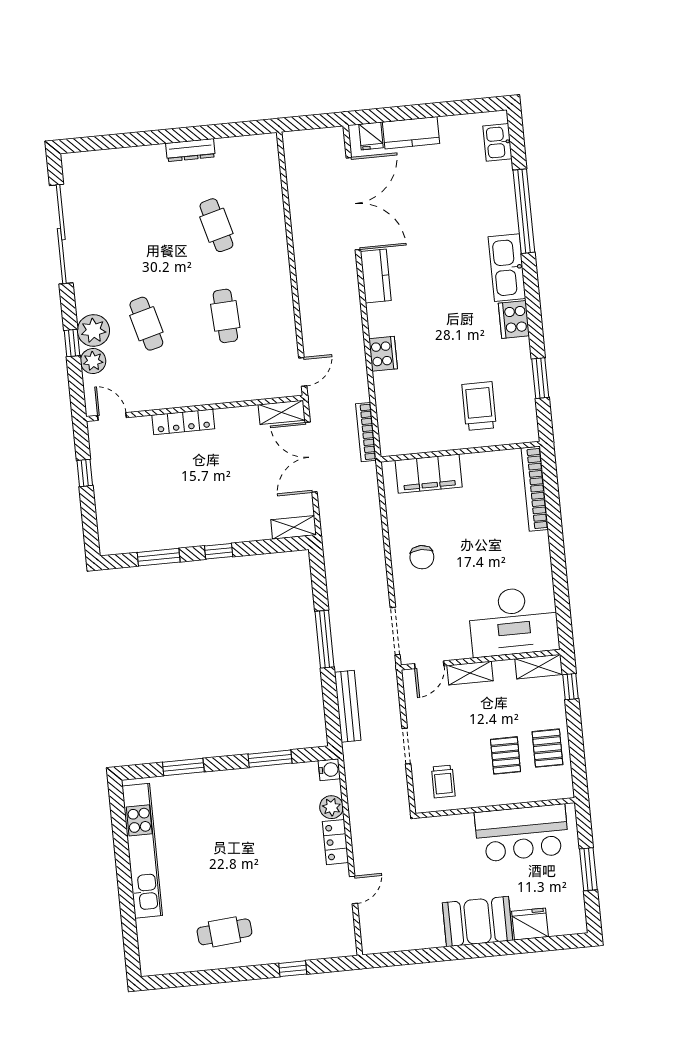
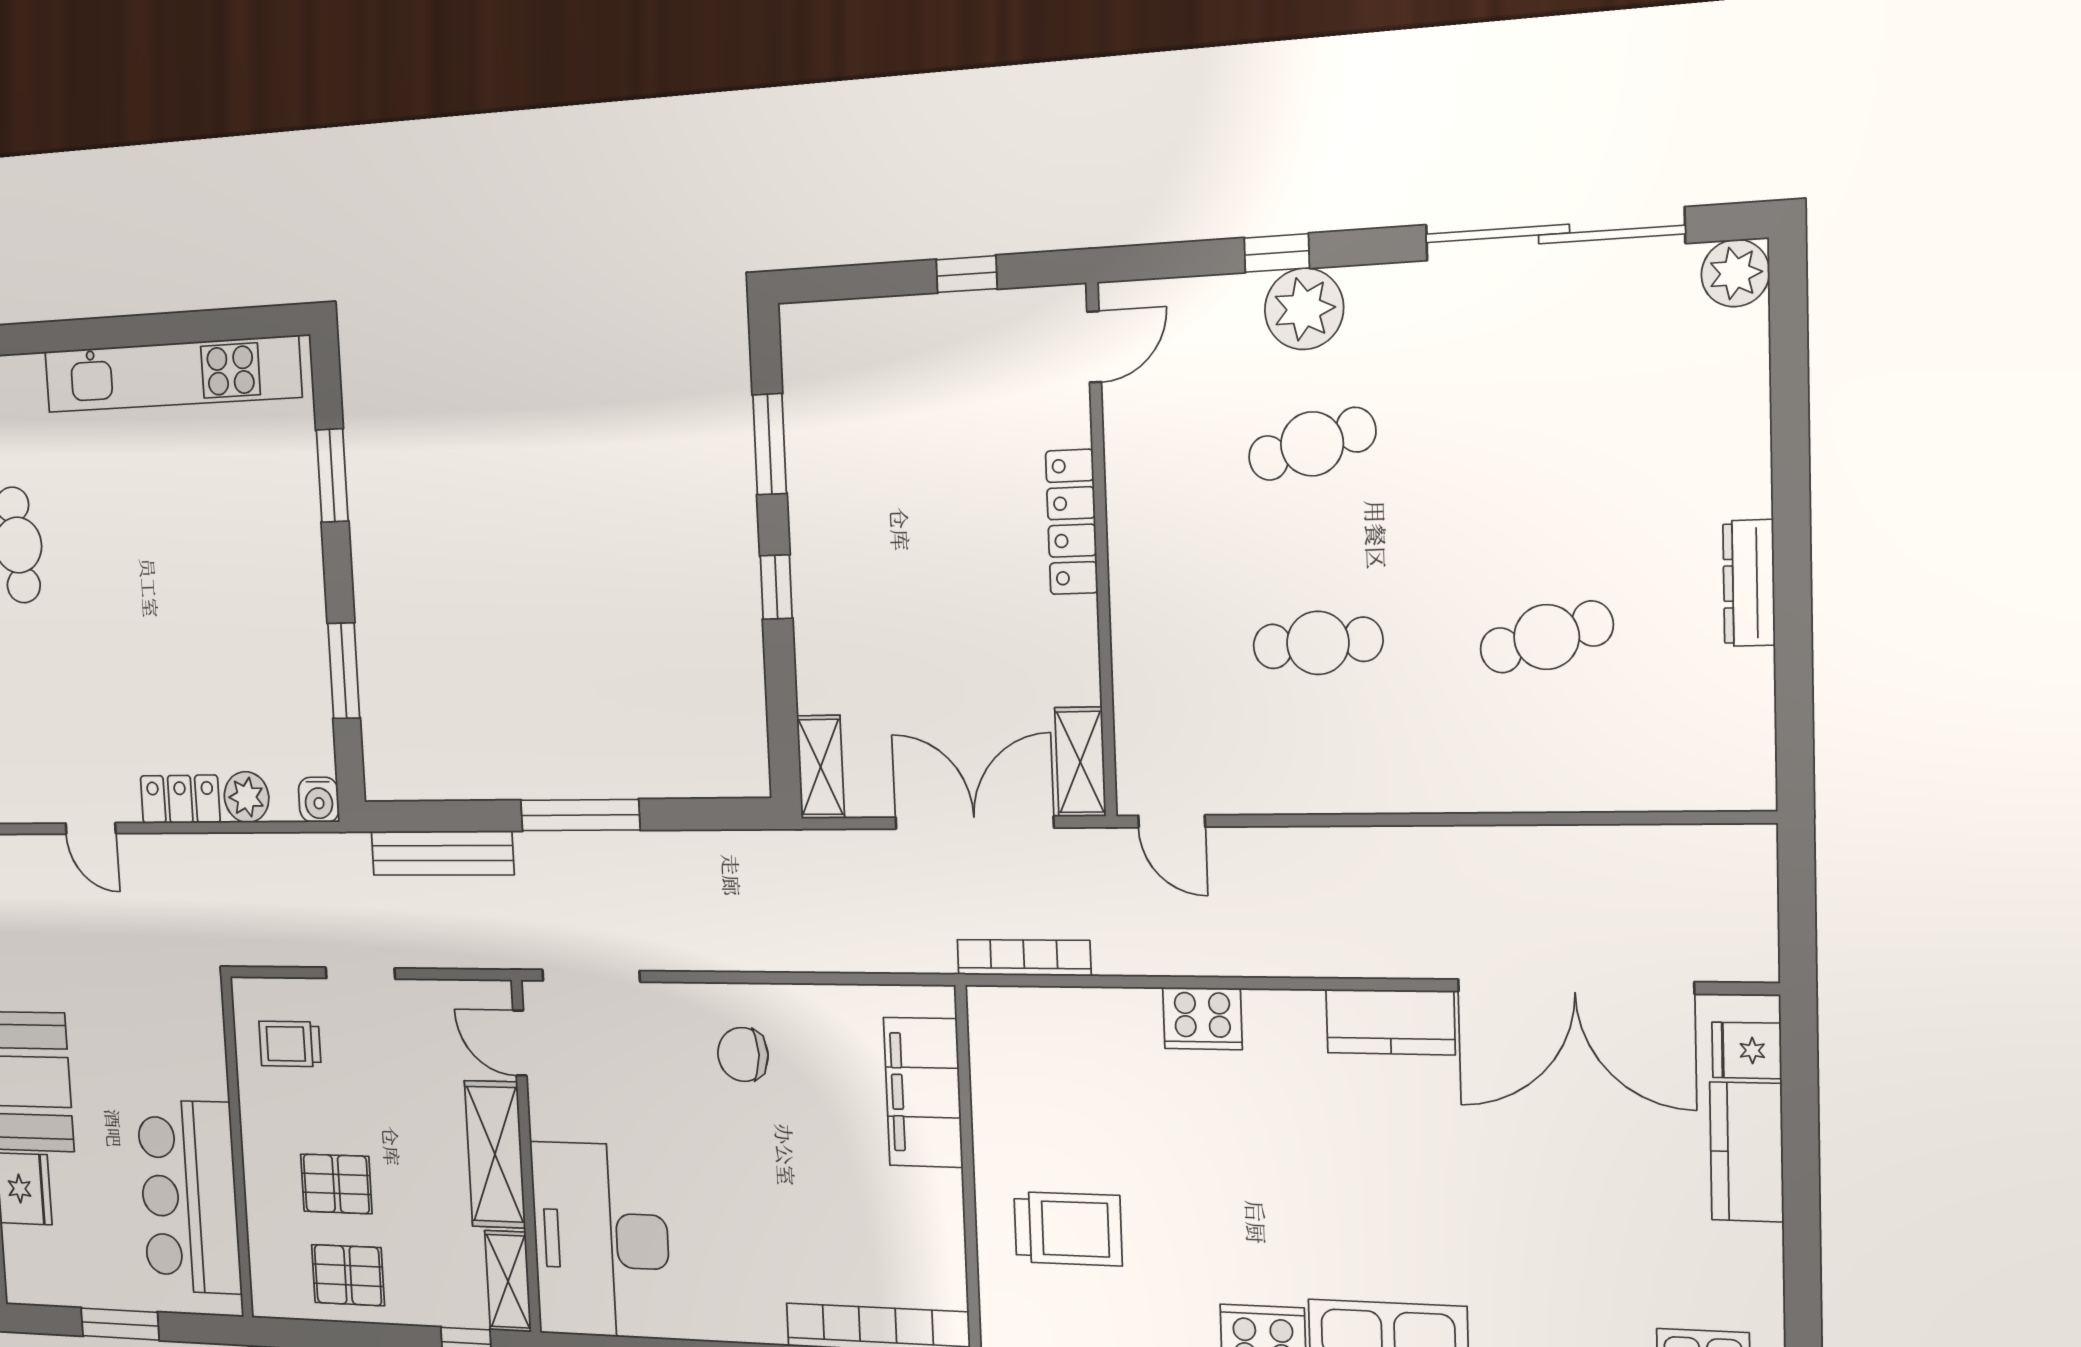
plant: (93, 361) -> (1735, 273), moved
shelving: (470, 673) -> (495, 1154), width x1.50, depth x1.33

